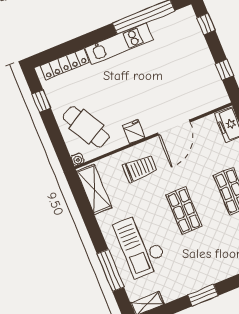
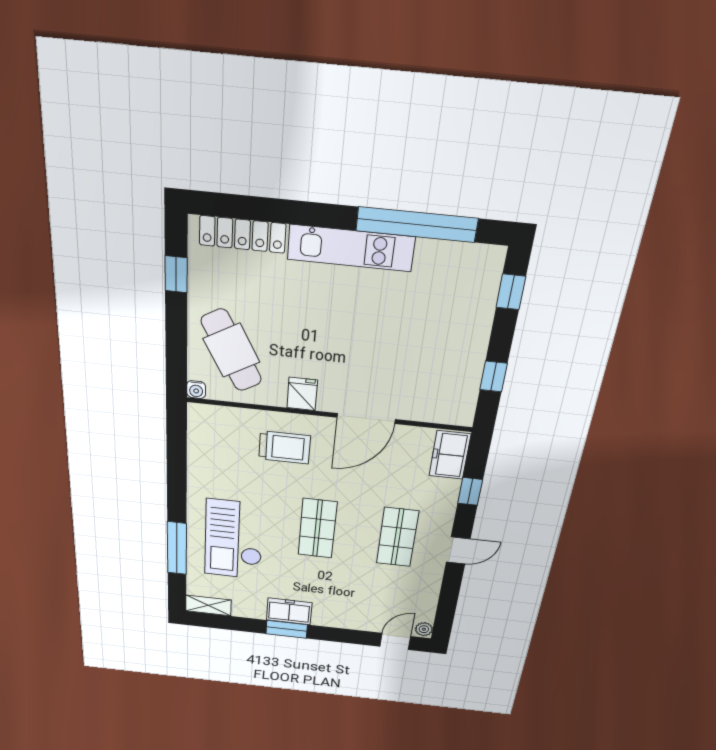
shelving: (94, 189) -> (202, 442), removed
freezer: (198, 280) -> (289, 611), added

